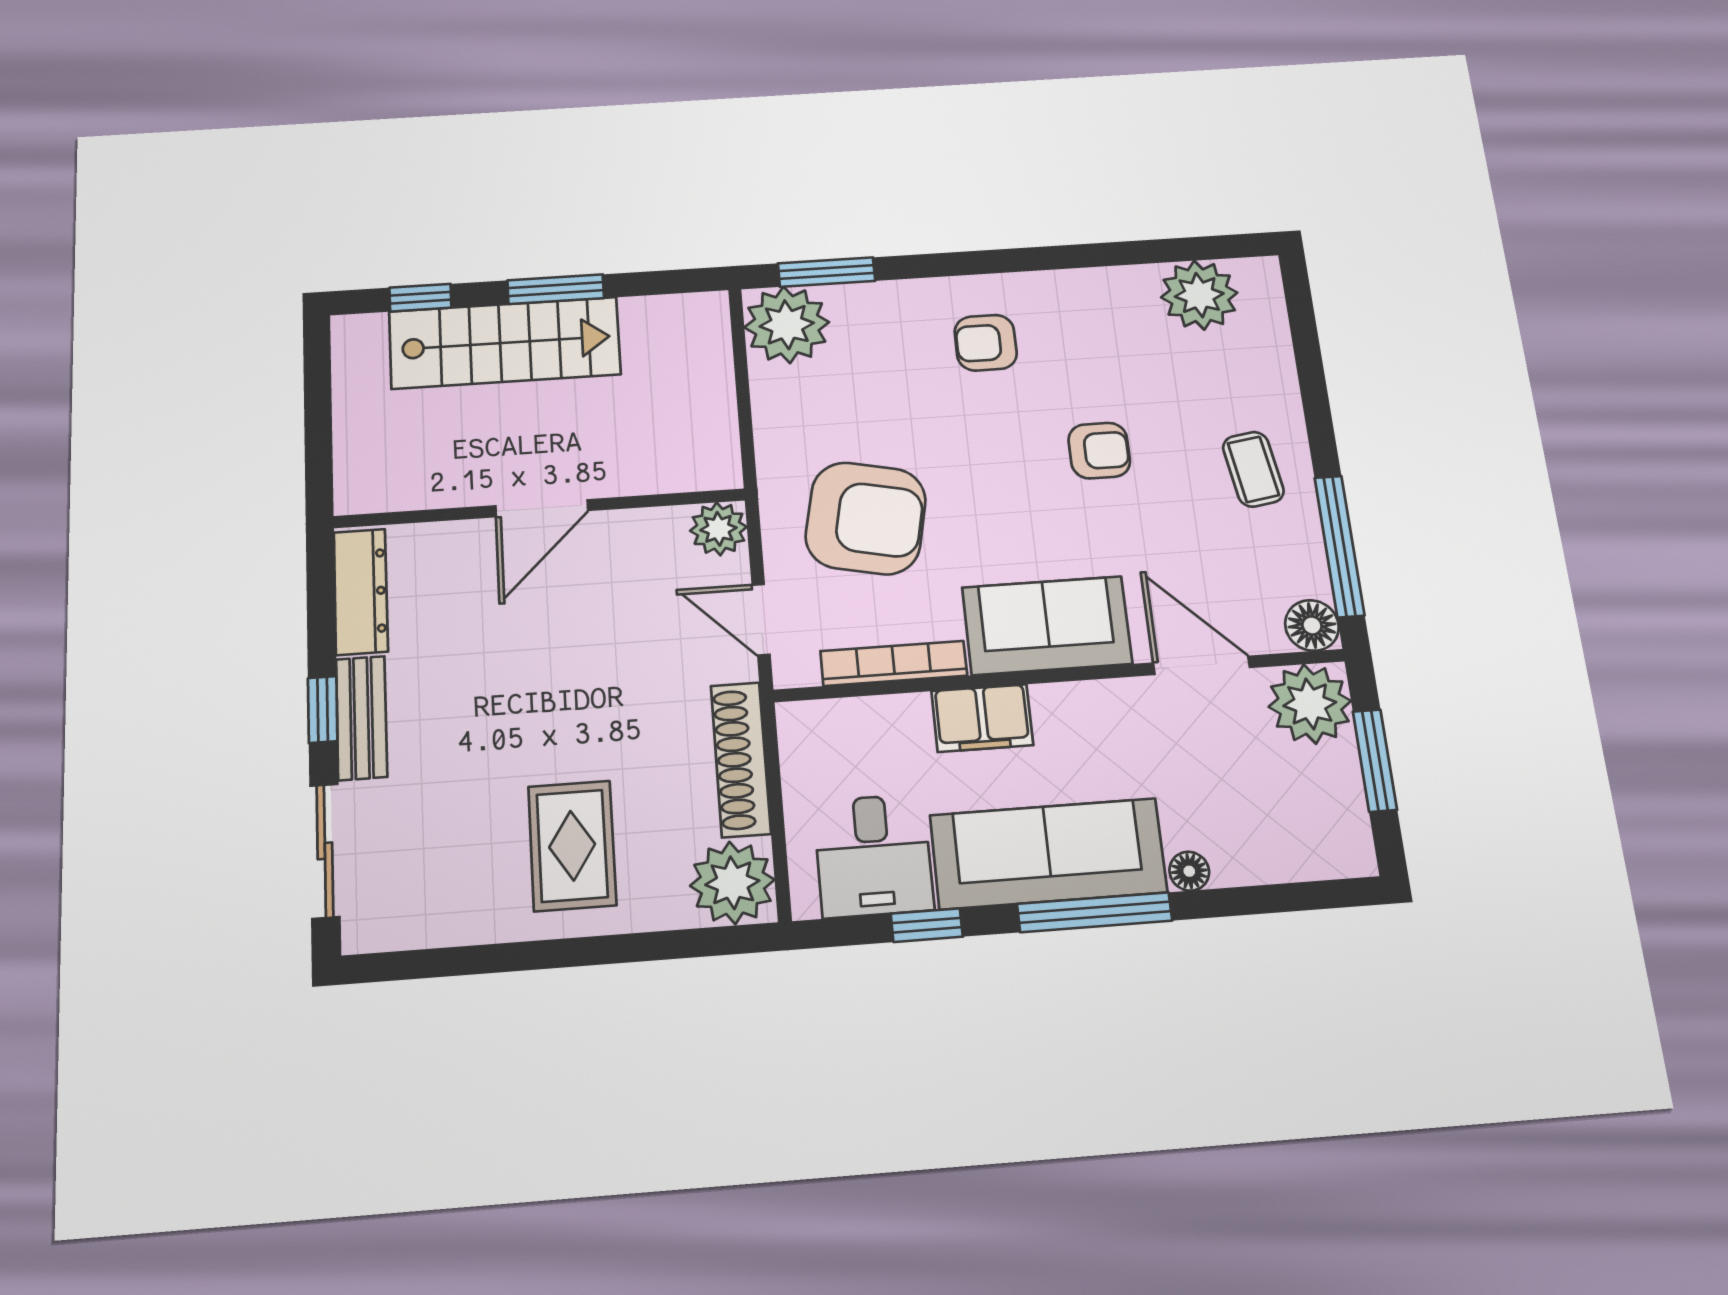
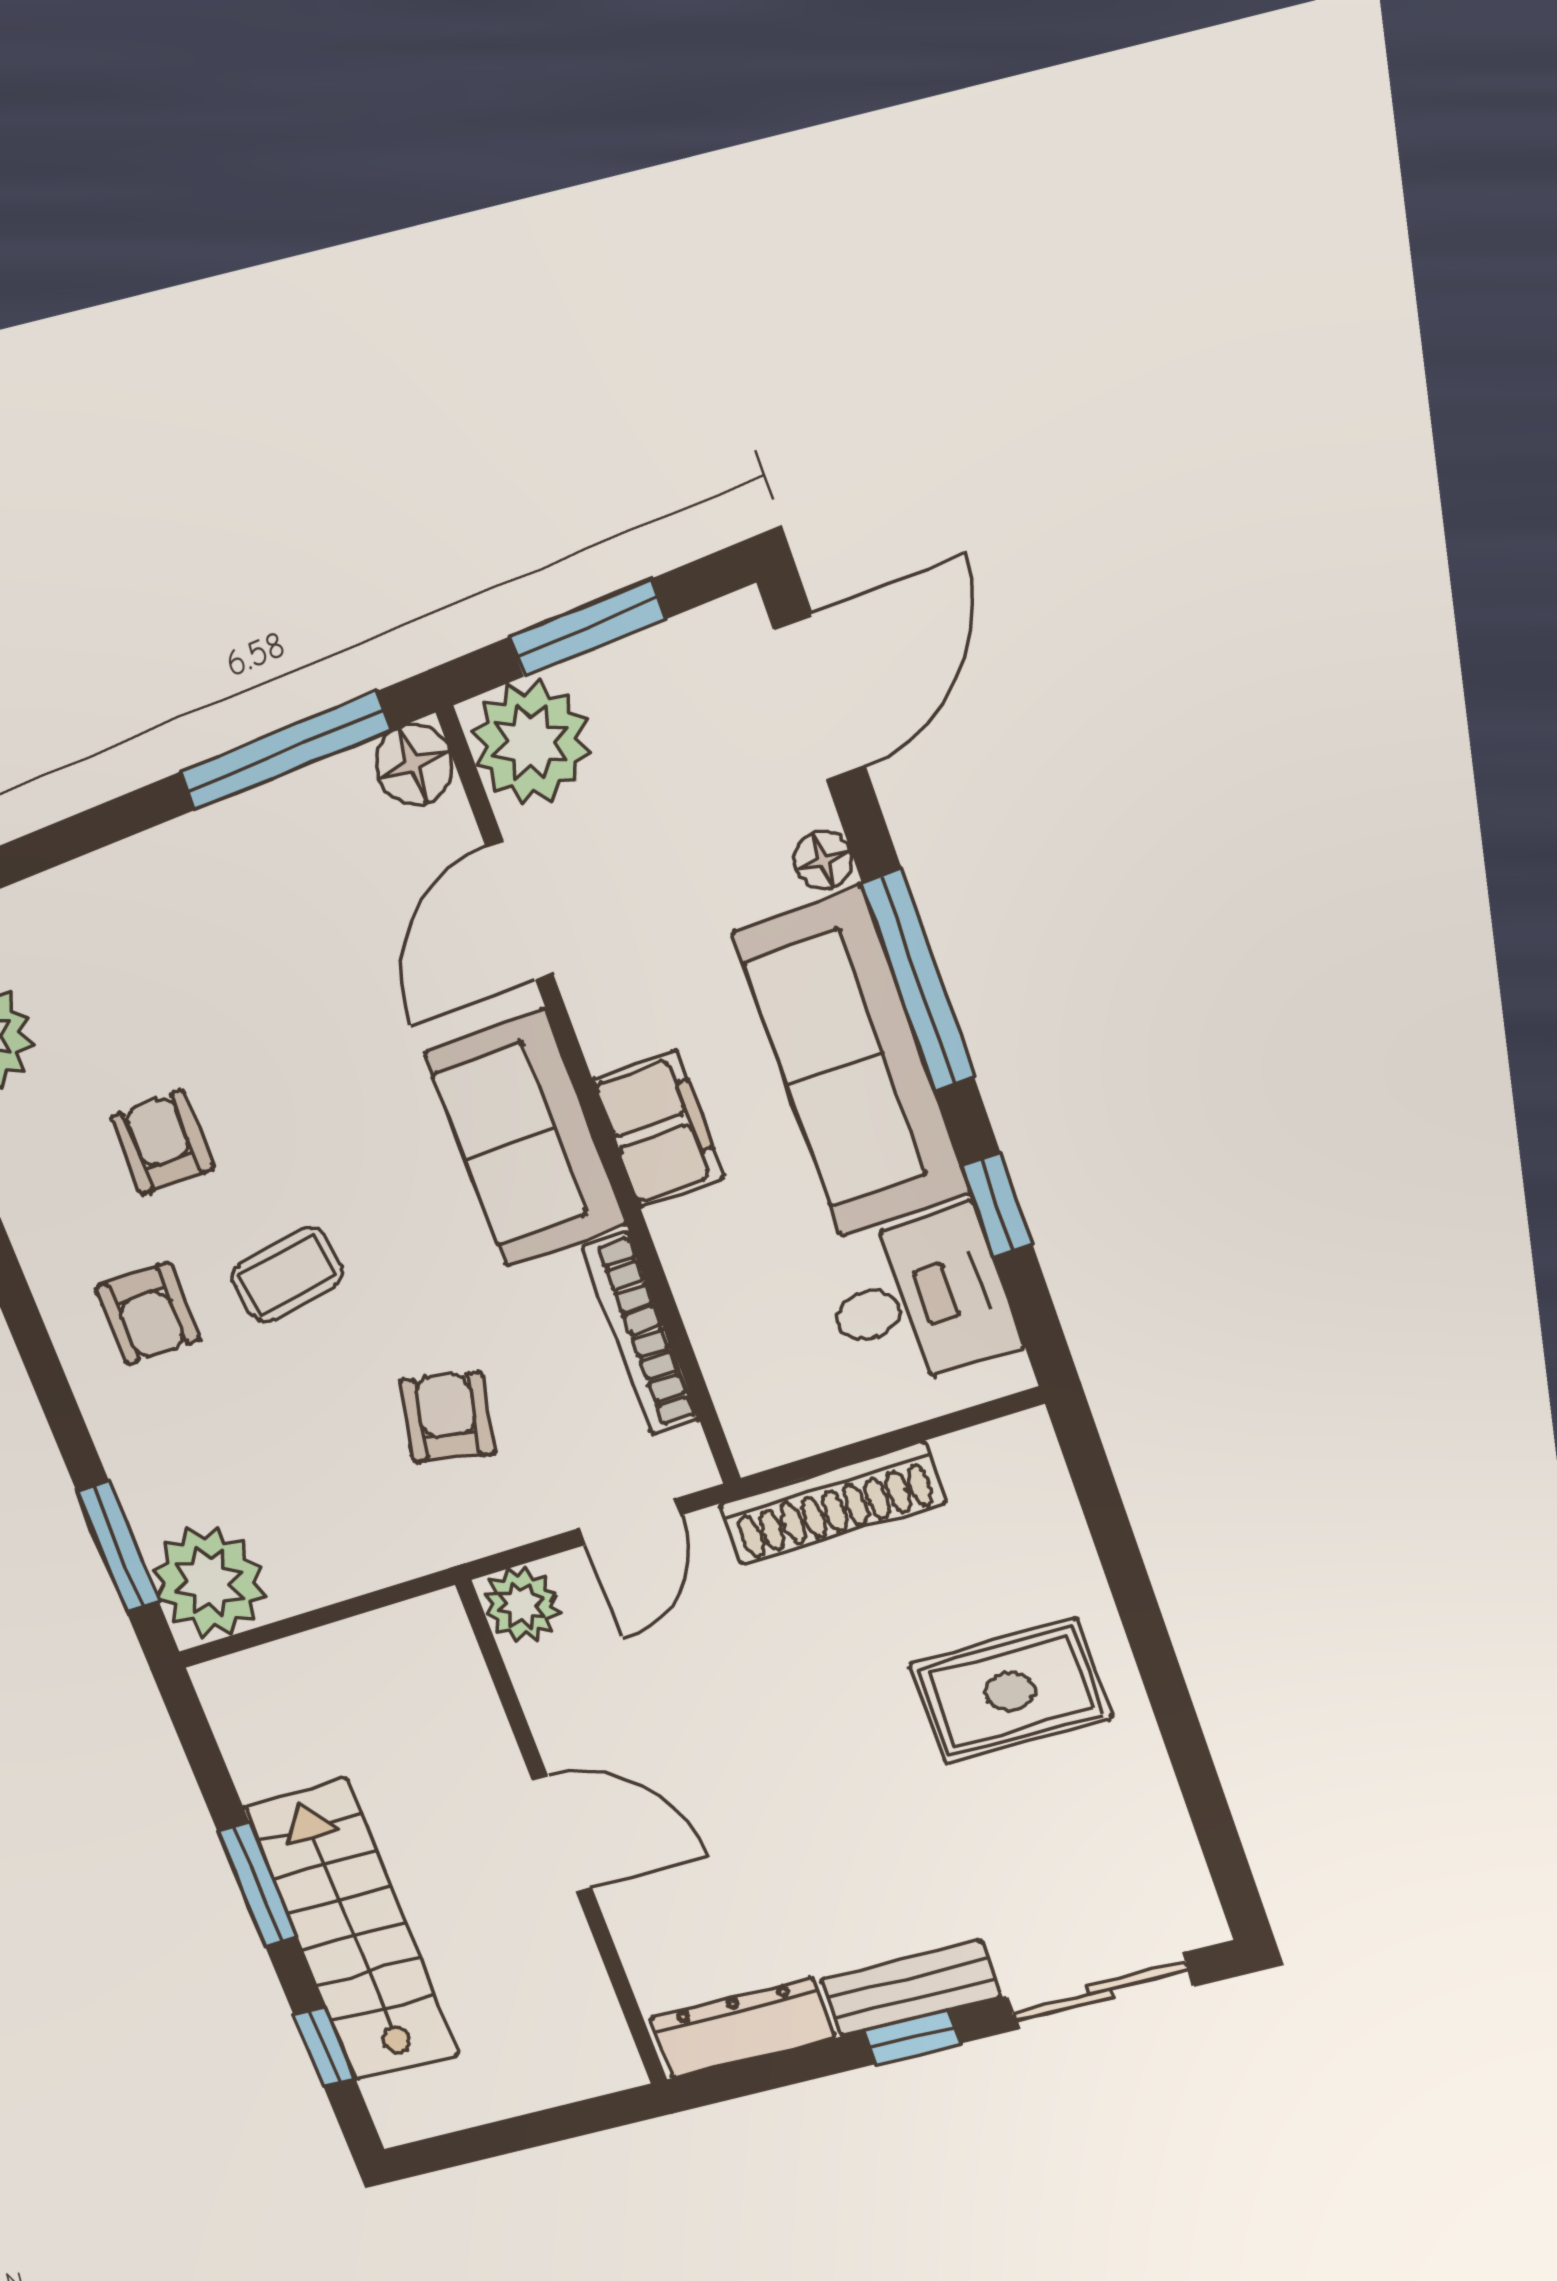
armchair: (1099, 451) -> (162, 1143), moved
coffee table: (1253, 469) -> (287, 1275), moved
armchair: (866, 518) -> (447, 1417), width x0.53, depth x0.53
filing cabinet: (982, 718) -> (658, 1129), moved
plant: (732, 883) -> (1006, 1476), removed
door: (1296, 897) -> (819, 698), added

